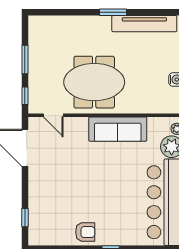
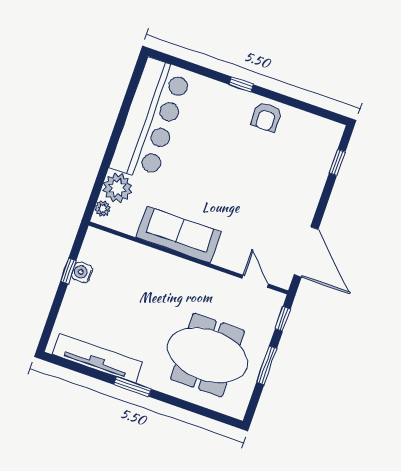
meeting table: (94, 82) -> (208, 355), moved
armchair: (85, 232) -> (266, 117), turned -90

